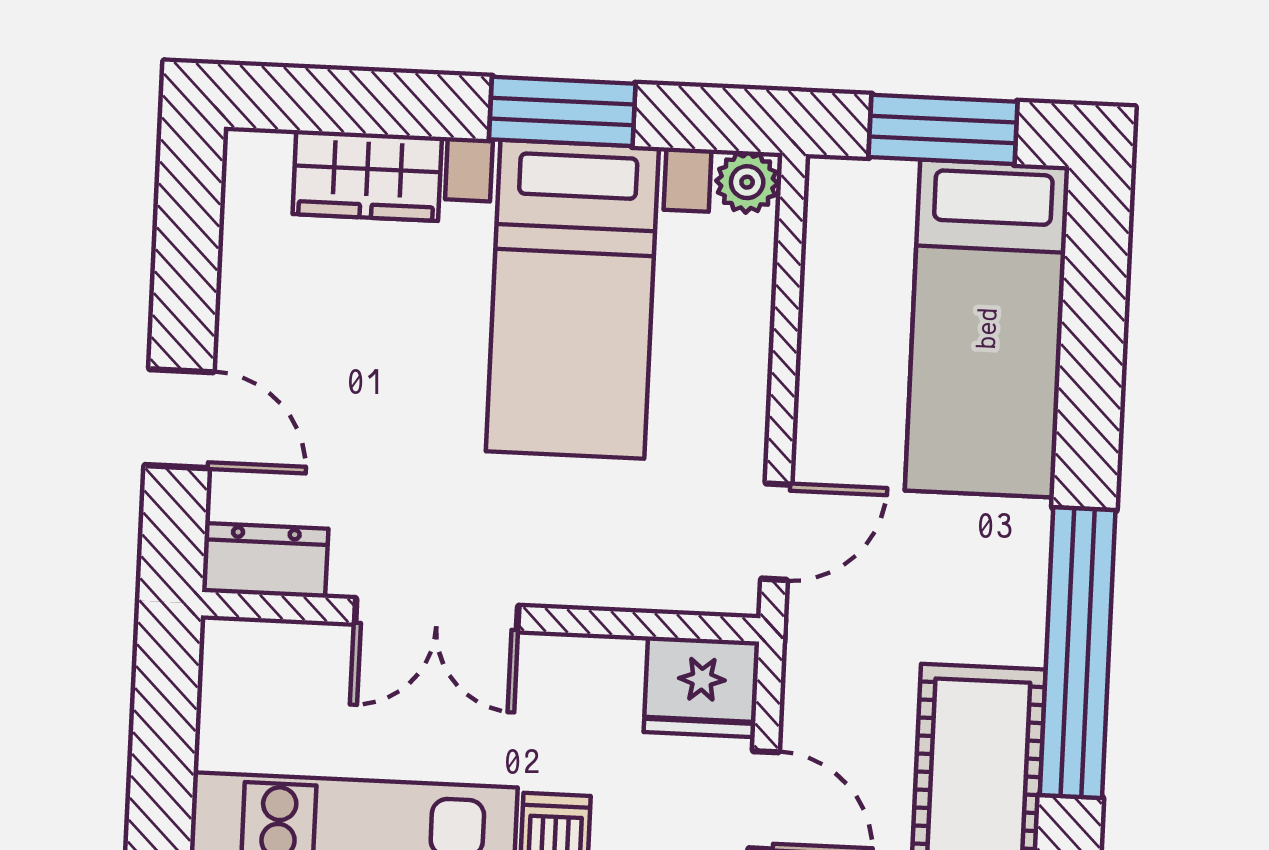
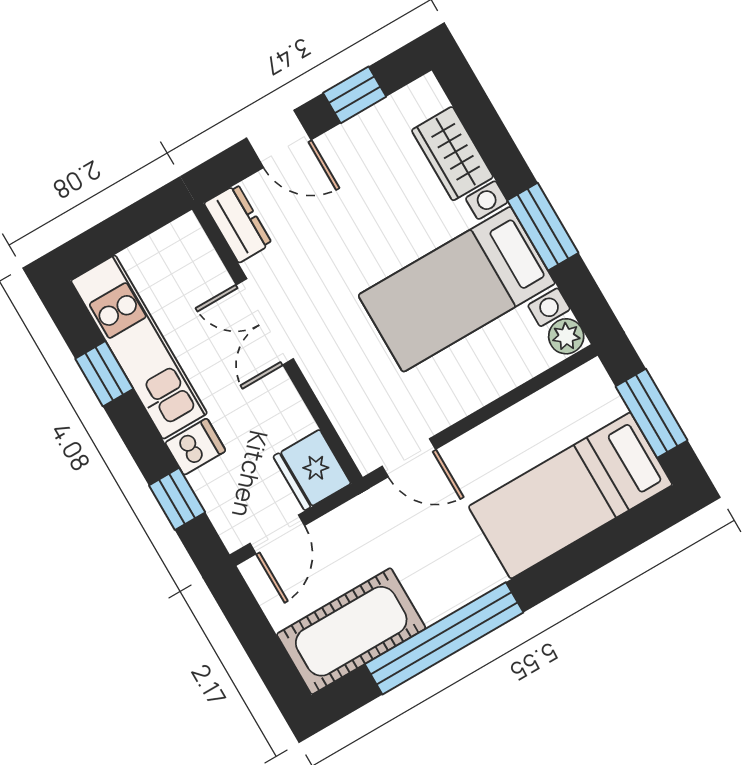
window: (186, 264) -> (355, 95), added
door: (179, 419) -> (279, 139), hinge flipped

